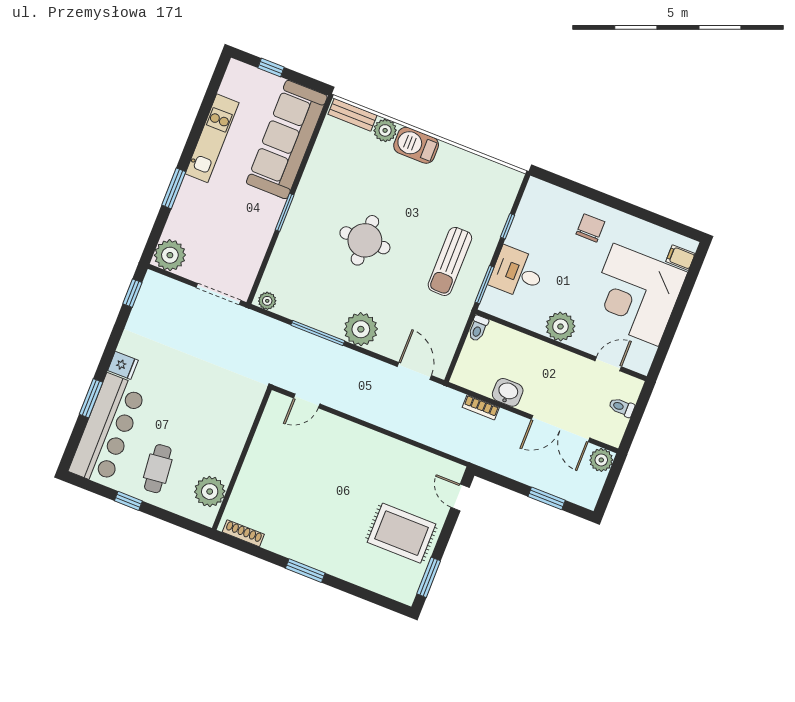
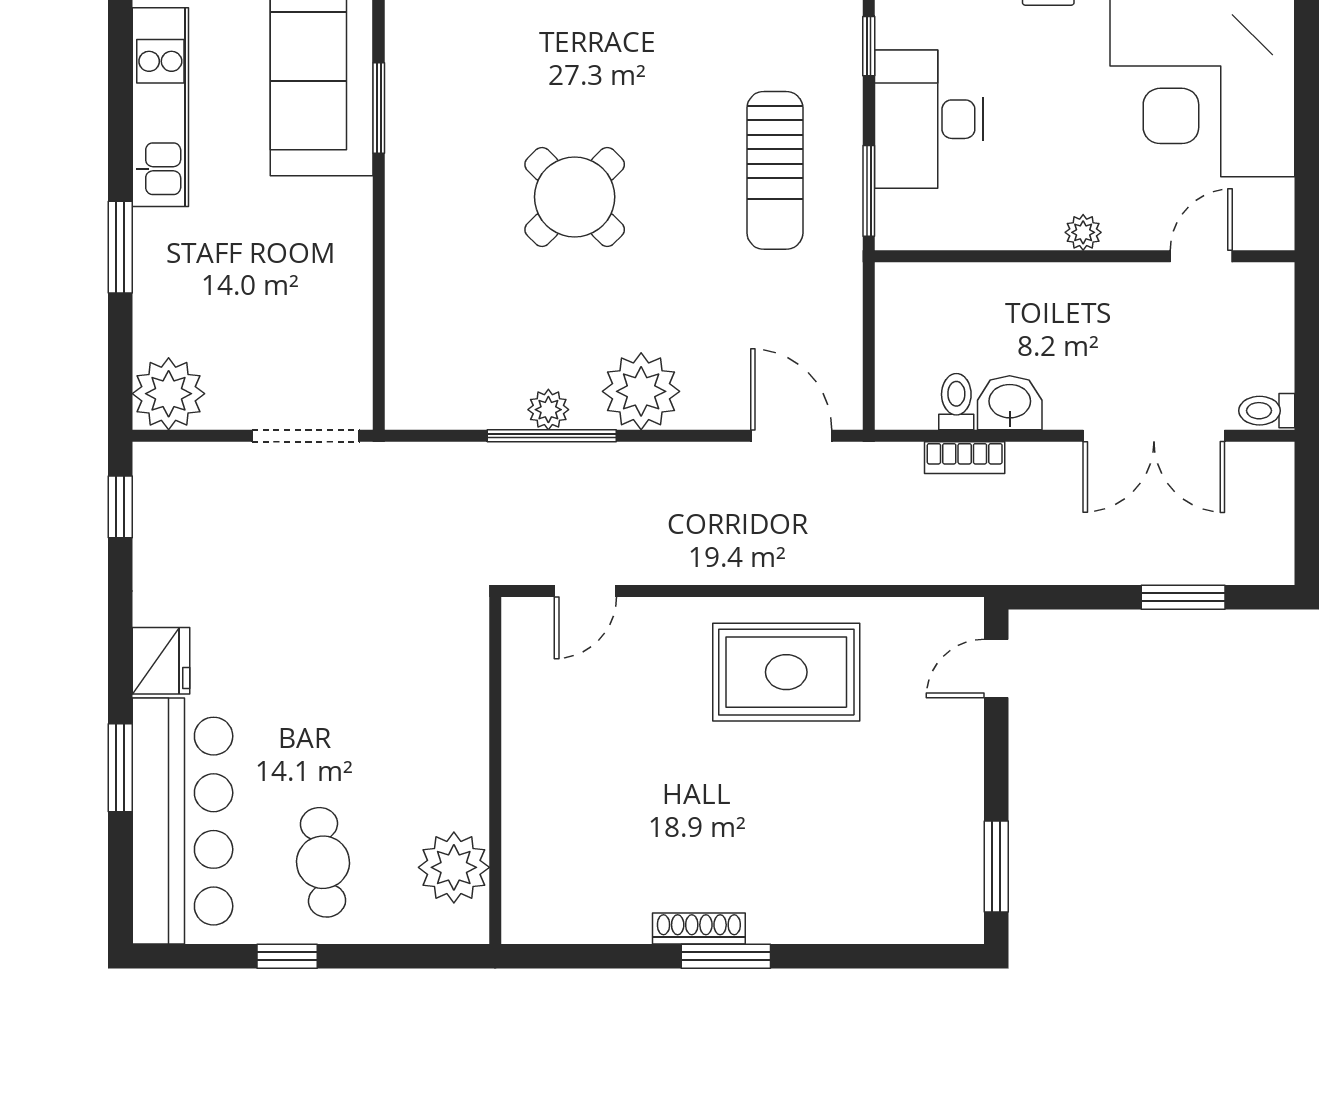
window: (285, 212) -> (379, 108), moved
round table: (365, 240) -> (575, 197), turned 45
desk: (517, 273) -> (929, 119), width x1.37
plant: (267, 301) -> (548, 410), moved
plant: (560, 326) -> (1083, 232), width x0.53, depth x0.53
toilet: (478, 328) -> (956, 402), moved, turned 180
fridge: (123, 365) -> (161, 661), width x1.38
toilet: (622, 407) -> (1267, 411), moved
plant: (601, 460) -> (1268, 469), removed
door: (460, 497) -> (996, 668), hinge flipped
shoe rack: (243, 533) -> (699, 929), moved
rug: (402, 533) -> (786, 672), moved

